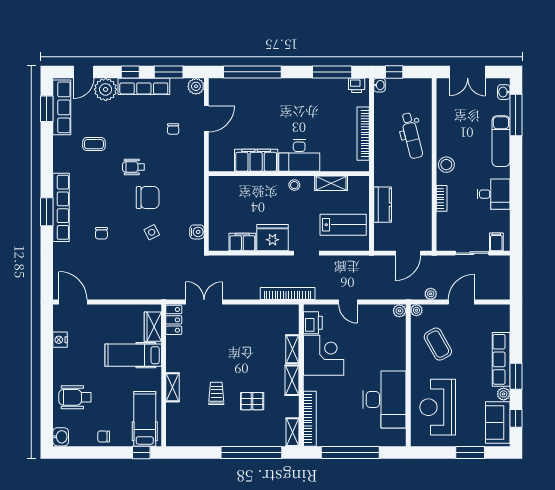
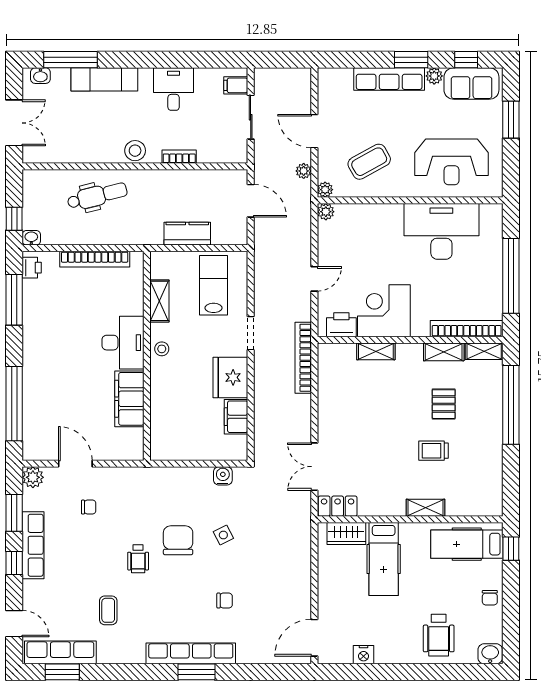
plant: (106, 89) -> (37, 595), removed
shelving: (292, 380) -> (444, 352), moved

